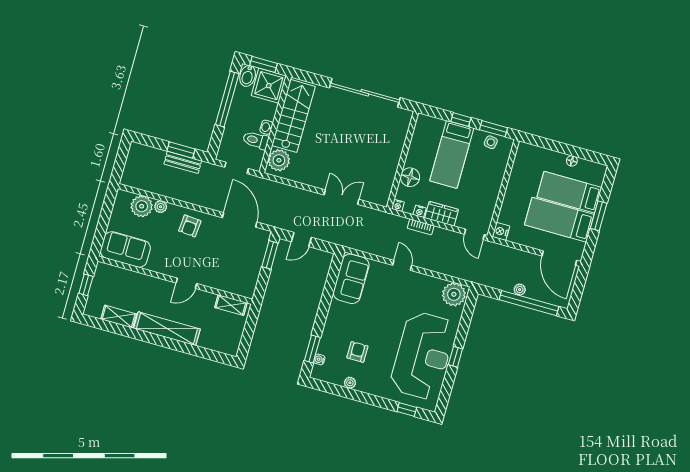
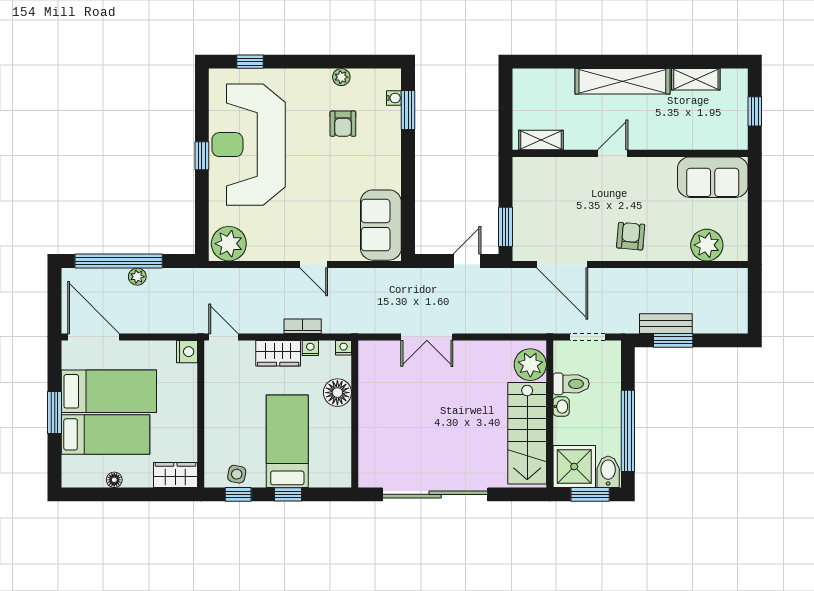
window: (494, 129) -> (238, 494), width x0.67
wardrobe: (531, 153) -> (175, 475), added
plant: (161, 207) -> (680, 252), removed

